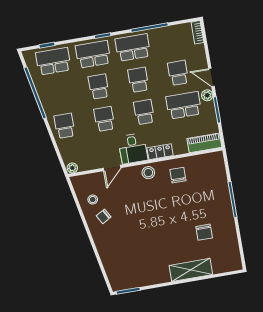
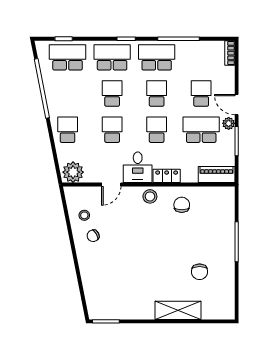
plant: (72, 168) -> (73, 172), width x1.88, depth x1.88

